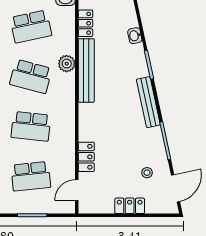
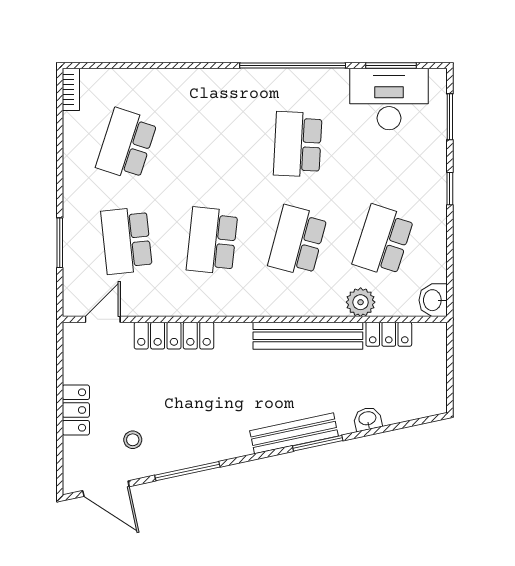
school desk: (31, 27) -> (383, 241), turned 30
plant: (67, 64) -> (361, 302), moved
bench: (148, 102) -> (294, 433), moved
locker: (86, 157) -> (174, 336), width x1.53
door: (77, 190) -> (103, 319), hinge flipped

